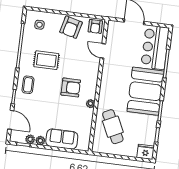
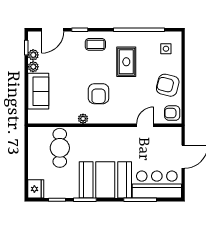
cafe table: (113, 127) -> (60, 148), turned -64

